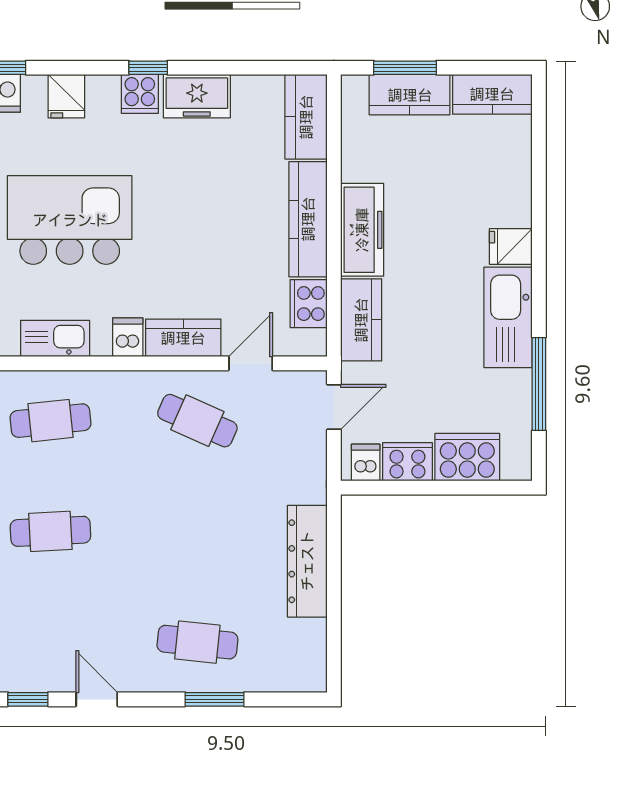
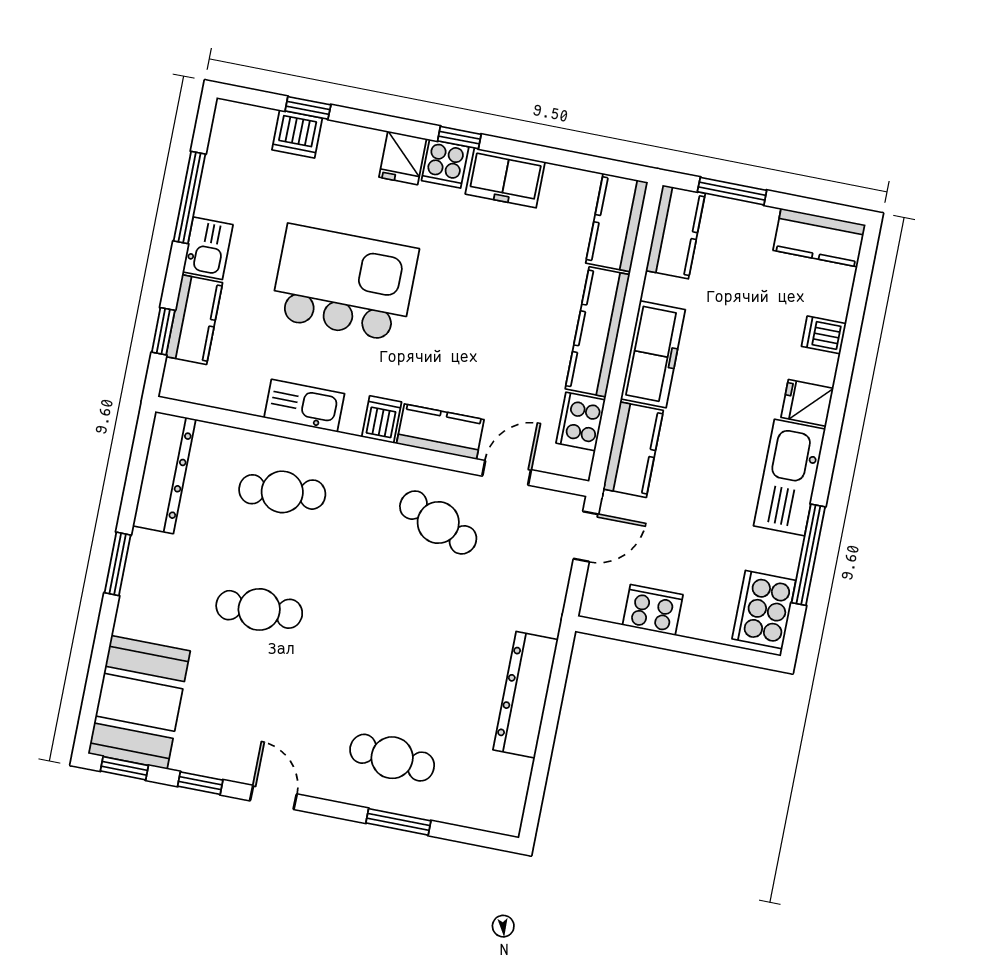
kitchen counter: (410, 95) -> (675, 232), moved, turned -90
fridge: (66, 96) -> (403, 158), moved
cooker: (467, 457) -> (764, 610), moved, turned -90
dishwasher: (366, 463) -> (824, 335), moved, turned -90

